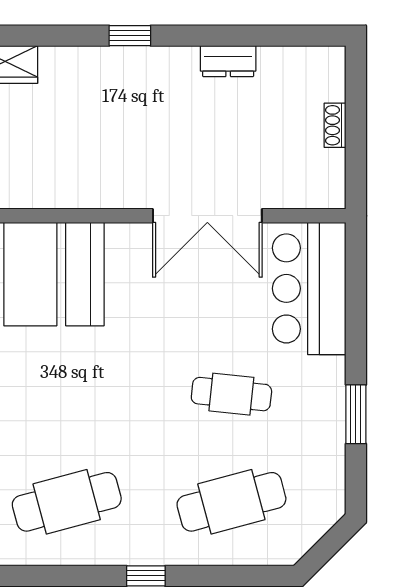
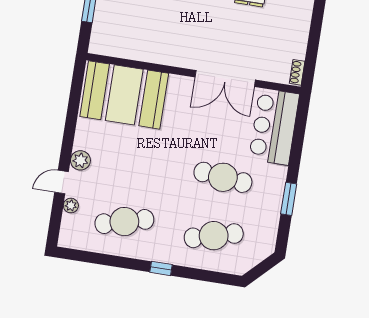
shoe rack: (335, 125) -> (297, 72), moved
cafe table: (231, 394) -> (223, 177), width x1.37, depth x1.35

